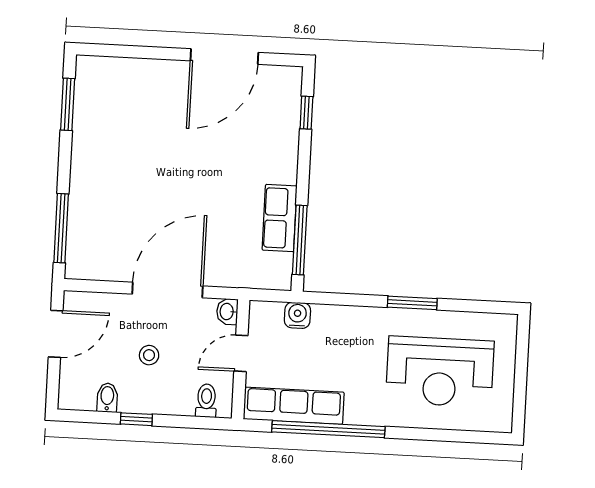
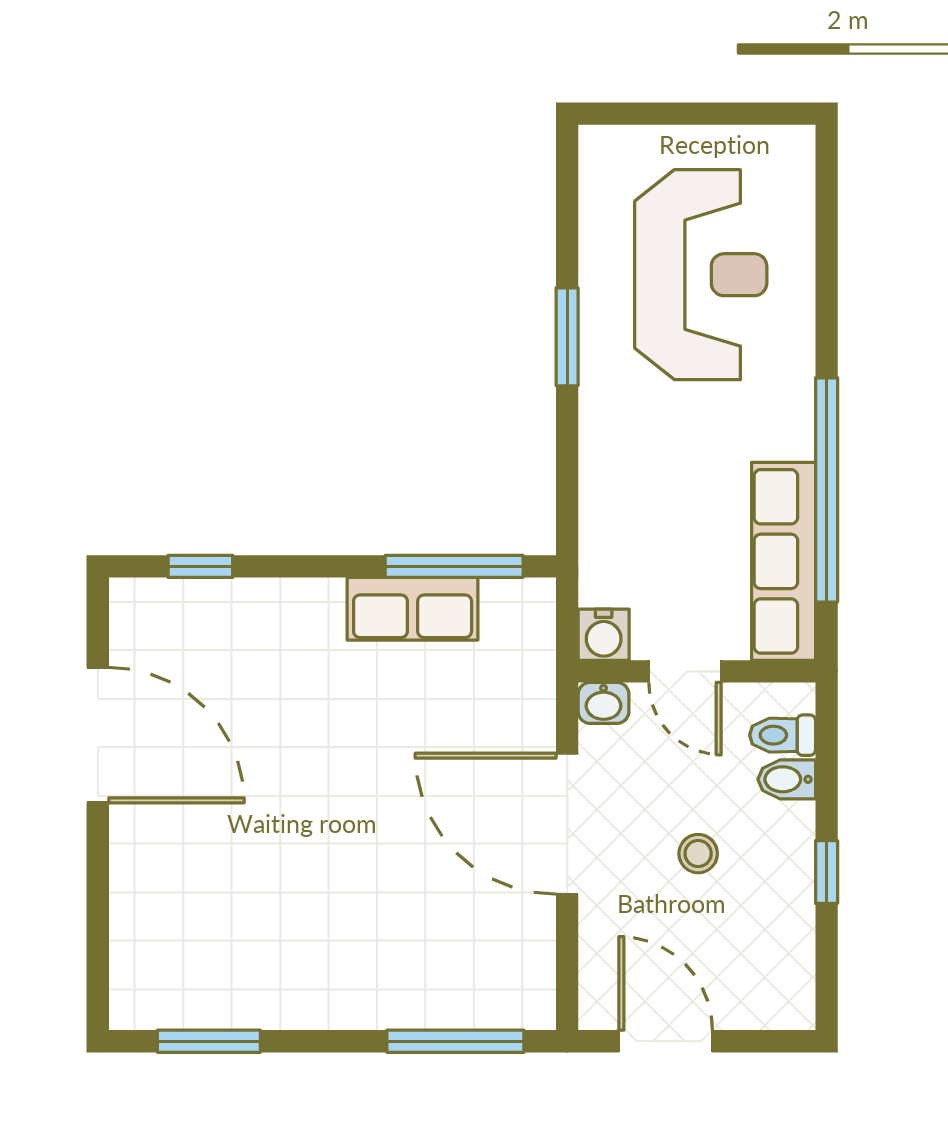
water cooler: (297, 315) -> (604, 635), moved, turned -90
bidet: (107, 398) -> (787, 779), moved

